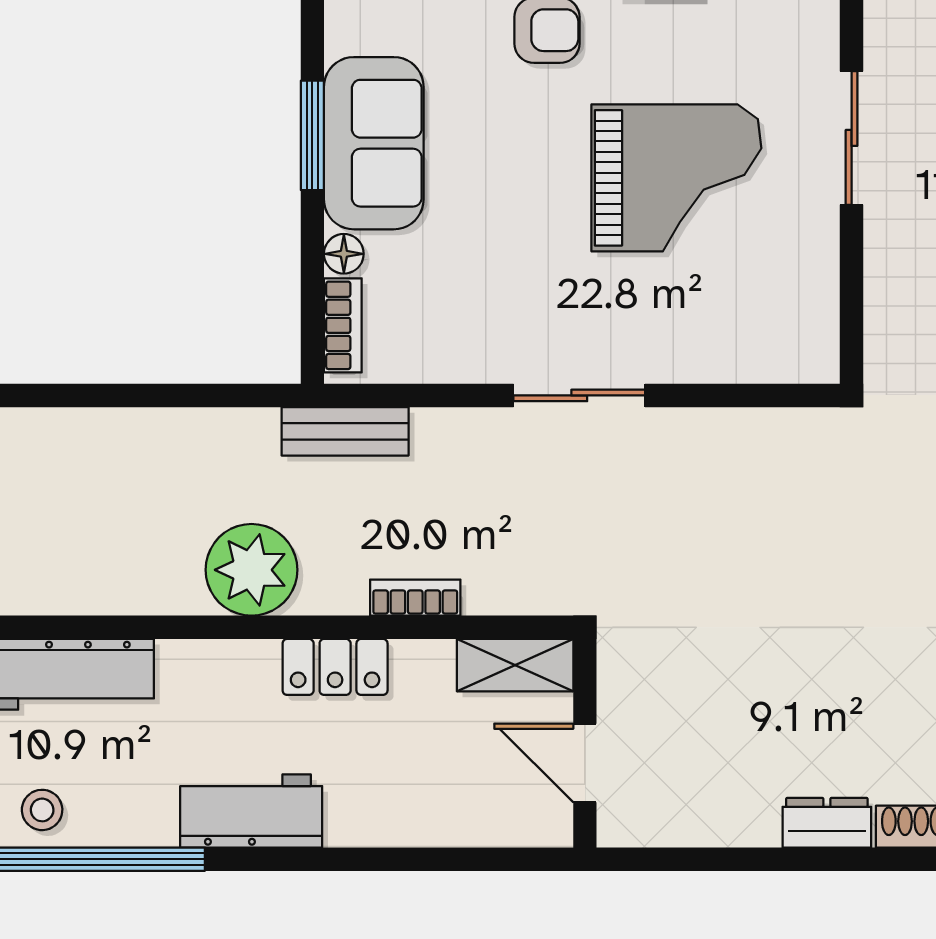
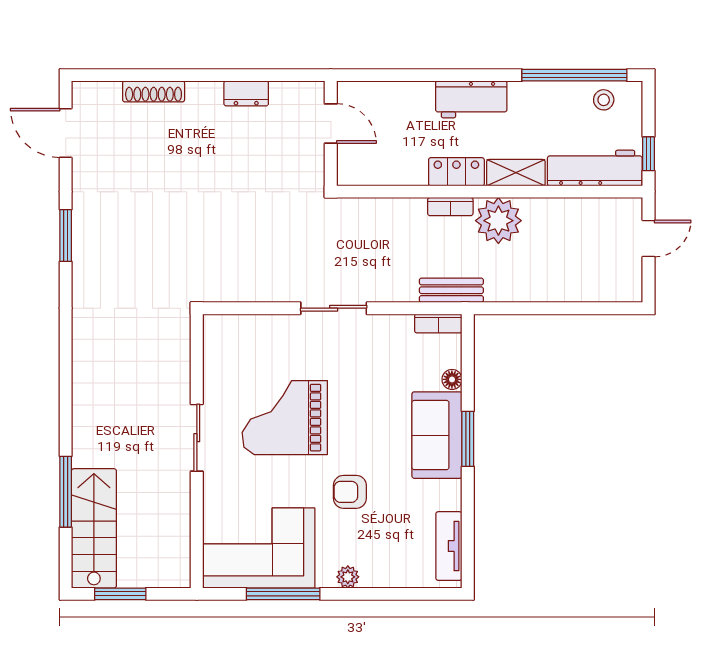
bookcase: (343, 325) -> (438, 324), moved, turned -90
bookcase: (415, 598) -> (450, 207), moved
shelving: (515, 665) -> (516, 173), moved
workbench: (251, 811) -> (471, 99), moved
dresser: (827, 823) -> (246, 93), moved

